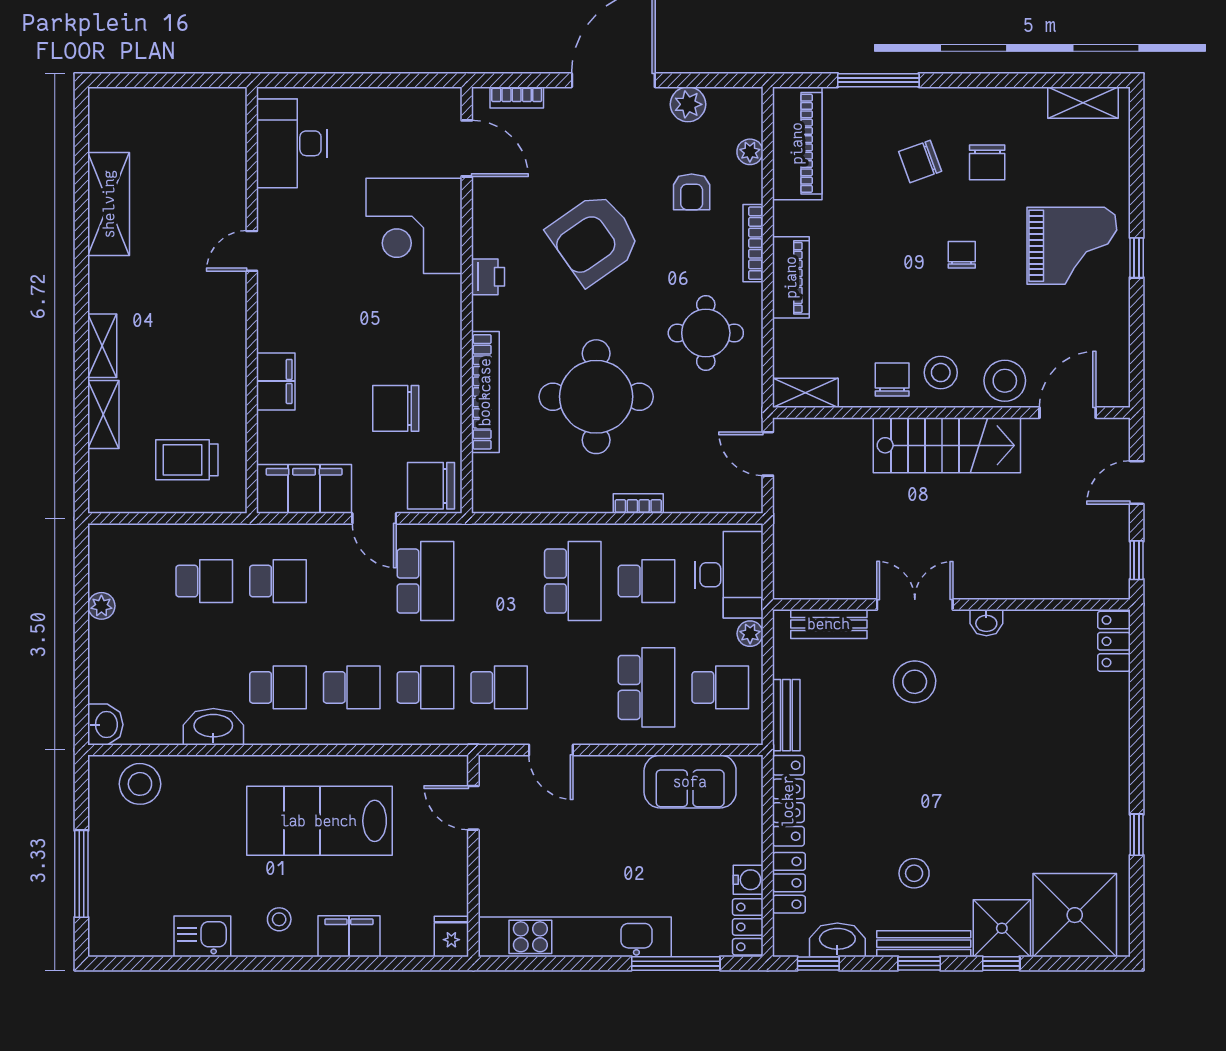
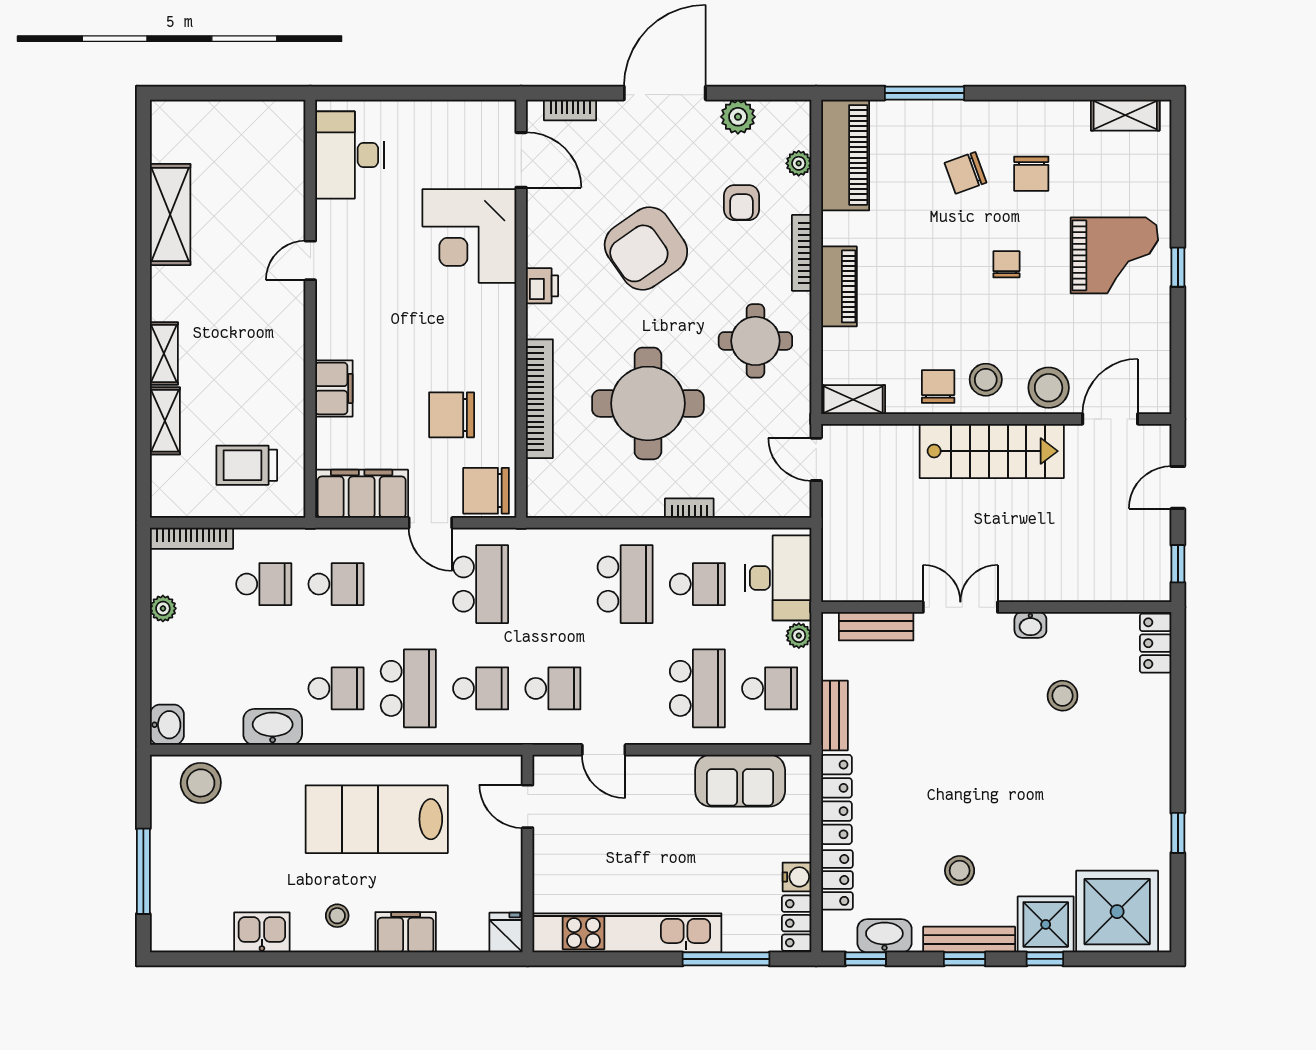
bookcase: (130, 534) -> (191, 538), added
stool: (915, 682) -> (1063, 696), moved, width x0.73, depth x0.73
school desk: (352, 687) -> (408, 688), width x1.85

